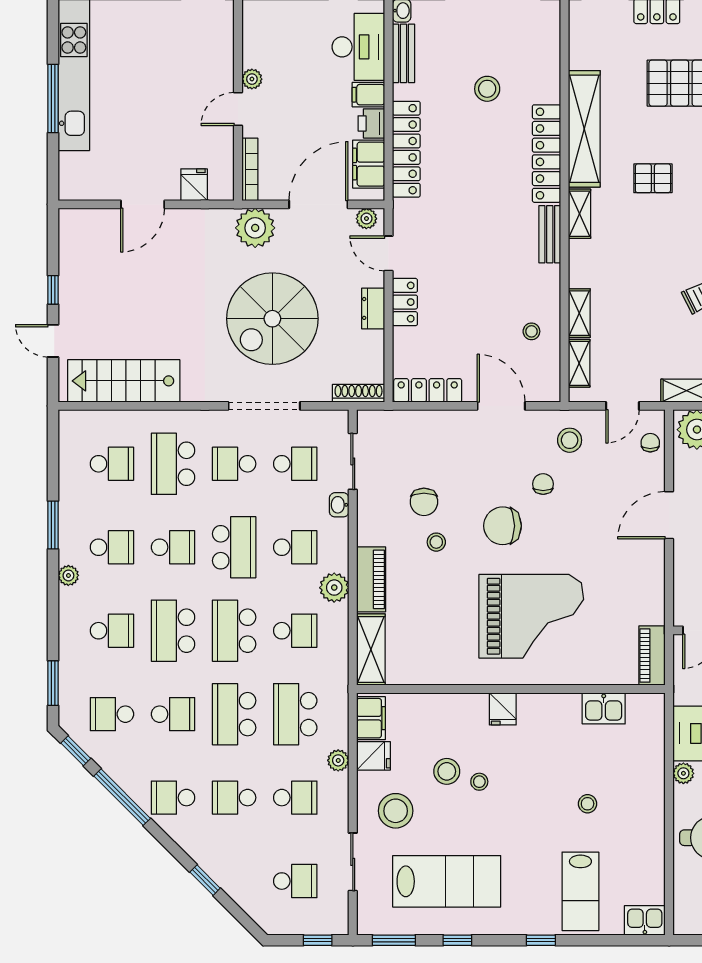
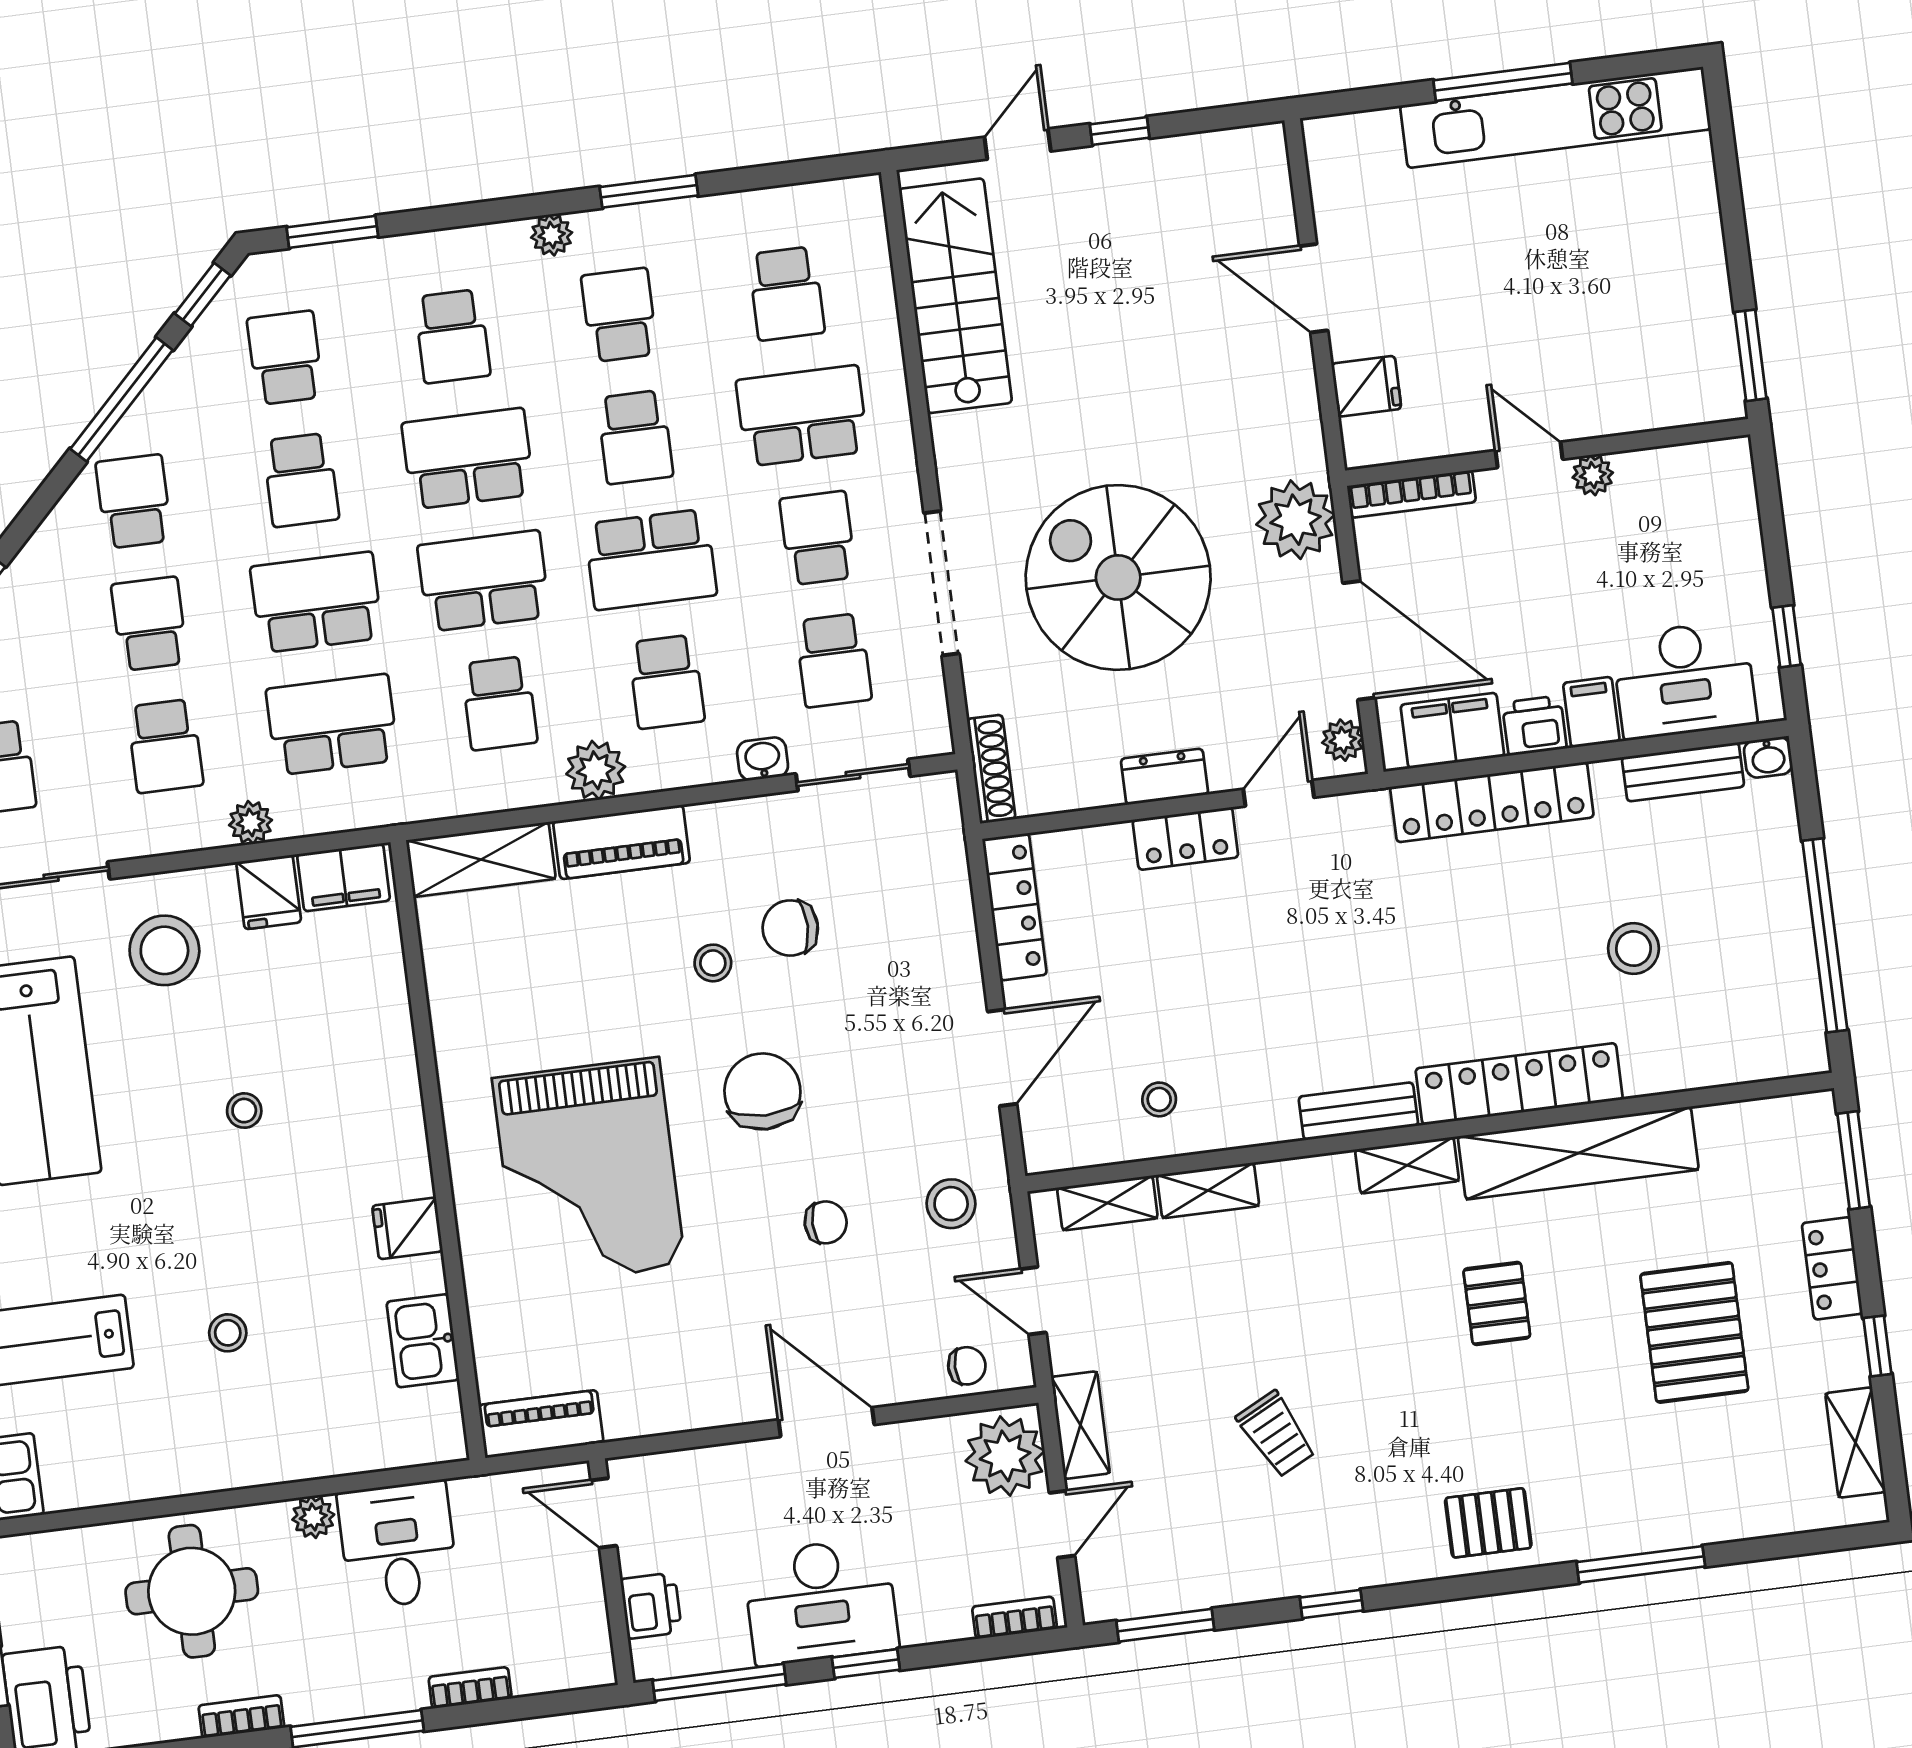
chair: (543, 484) -> (826, 1222), moved
school desk: (112, 547) -> (619, 315), turned 180
fridge: (503, 709) -> (407, 1228), moved
stool: (447, 771) -> (256, 1043), removed

